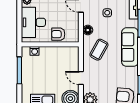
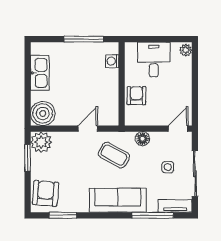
desk: (33, 22) -> (154, 59), width x0.73
door: (81, 78) -> (88, 129), moved

